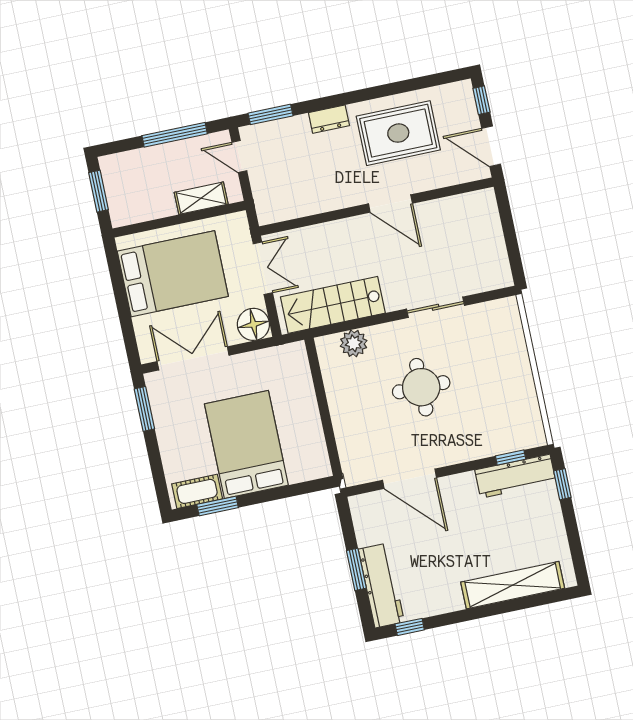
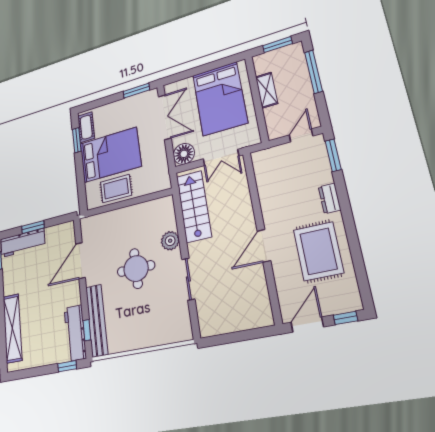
window: (175, 135) -> (314, 72), moved
shelving: (201, 198) -> (267, 90), moved
plant: (354, 343) -> (170, 241), moved
rug: (301, 430) -> (116, 189), added
bench: (496, 443) -> (97, 320), added

